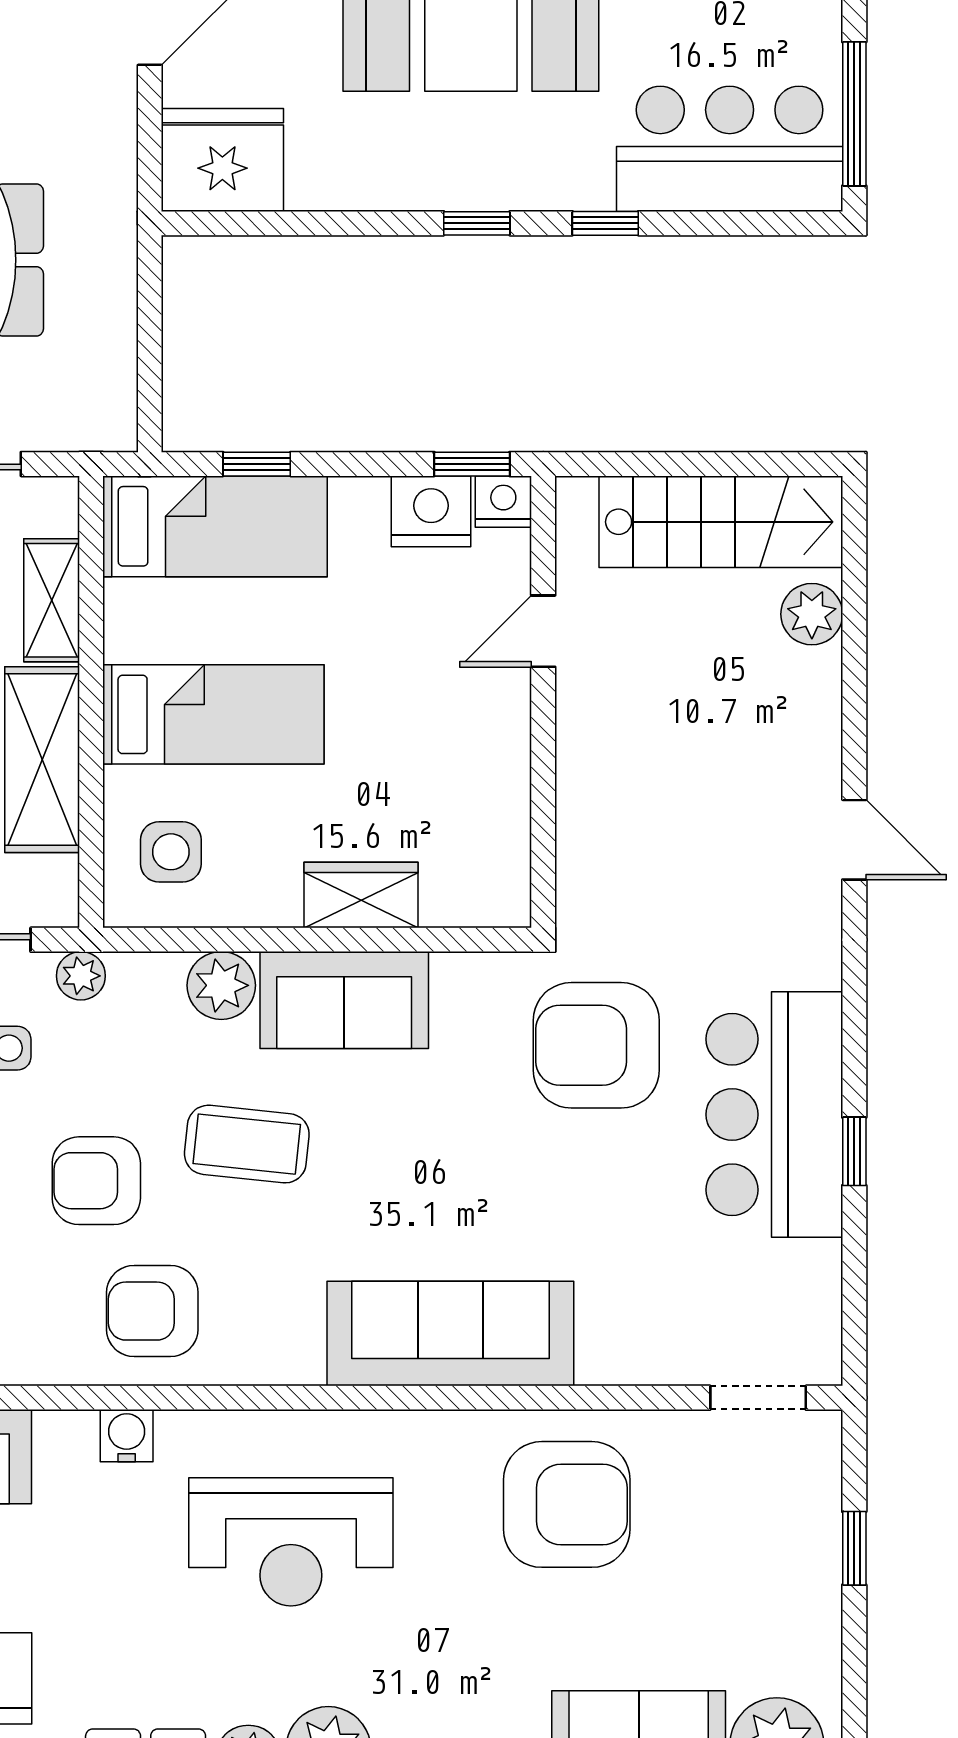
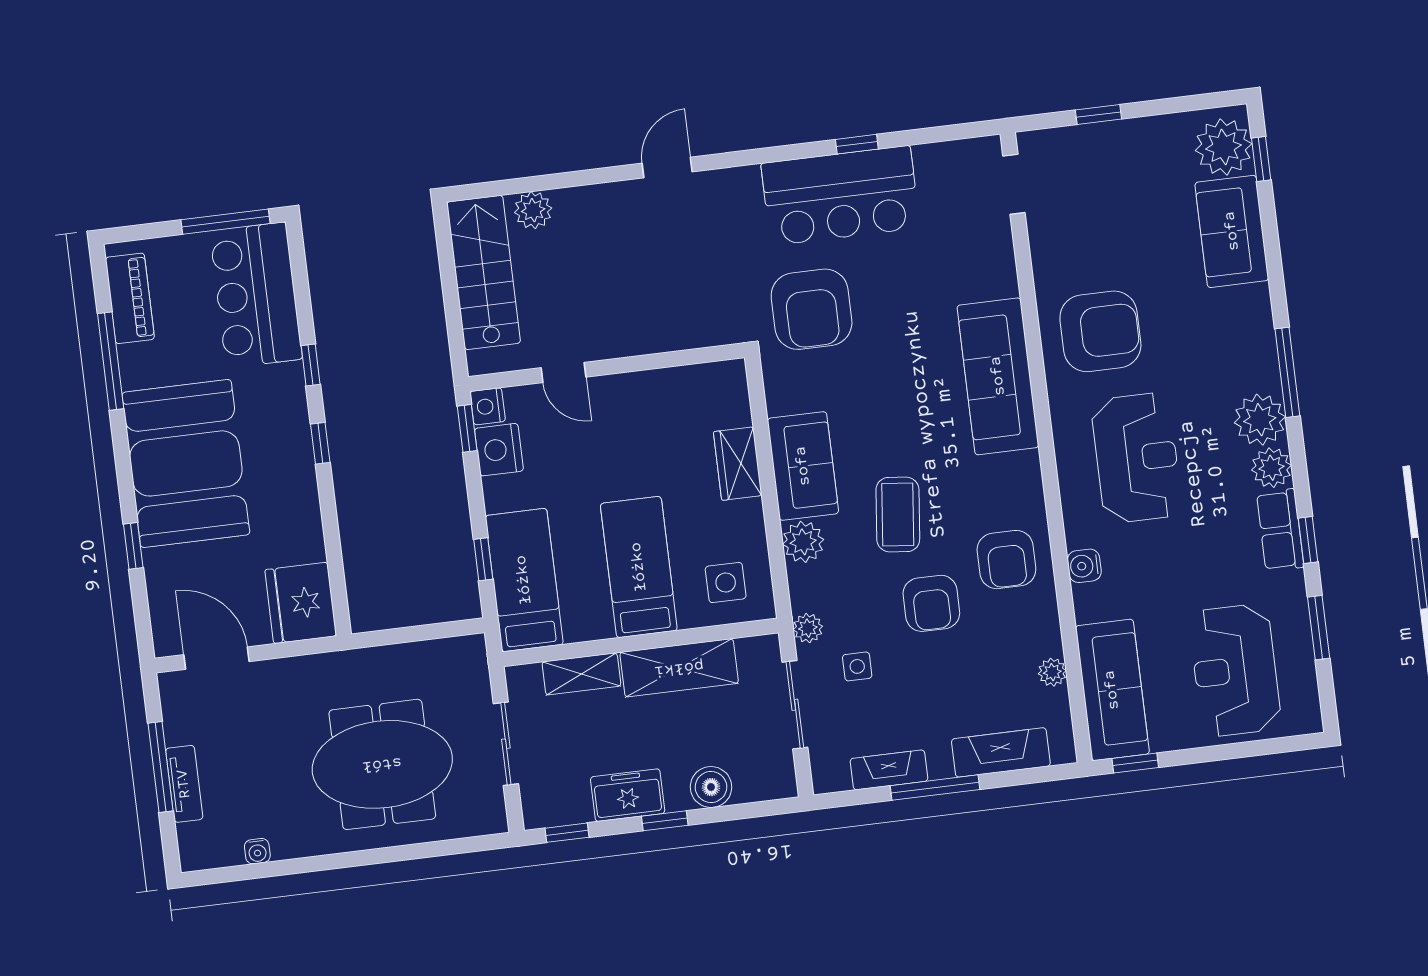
armchair: (567, 1504) -> (1100, 331), moved, turned 90

